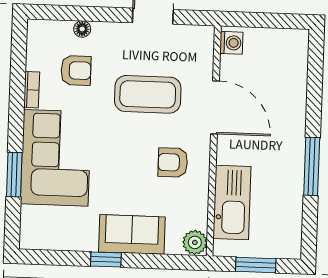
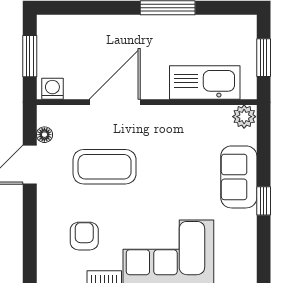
window: (266, 20) -> (30, 56), added
floor lamp: (82, 29) -> (44, 135), moved
coffee table: (148, 94) -> (105, 167), turned 90
armchair: (173, 162) -> (169, 140), removed

